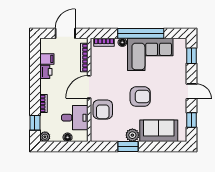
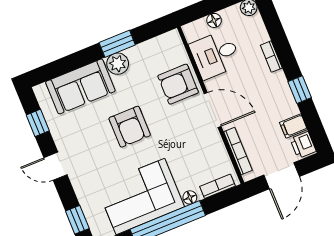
printer: (46, 72) -> (303, 145), moved
door: (89, 87) -> (213, 110), hinge flipped
armchair: (140, 97) -> (130, 127), turned -90
armchair: (103, 109) -> (178, 84), turned -90
window: (35, 123) -> (300, 90), moved

